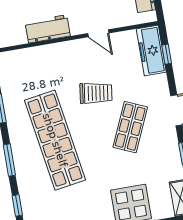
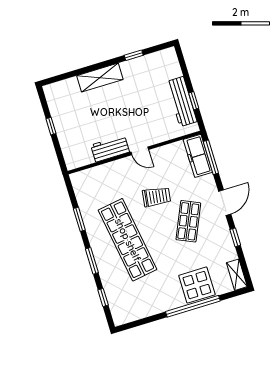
door: (98, 33) -> (140, 151), moved
window: (167, 54) -> (211, 157), width x2.17

